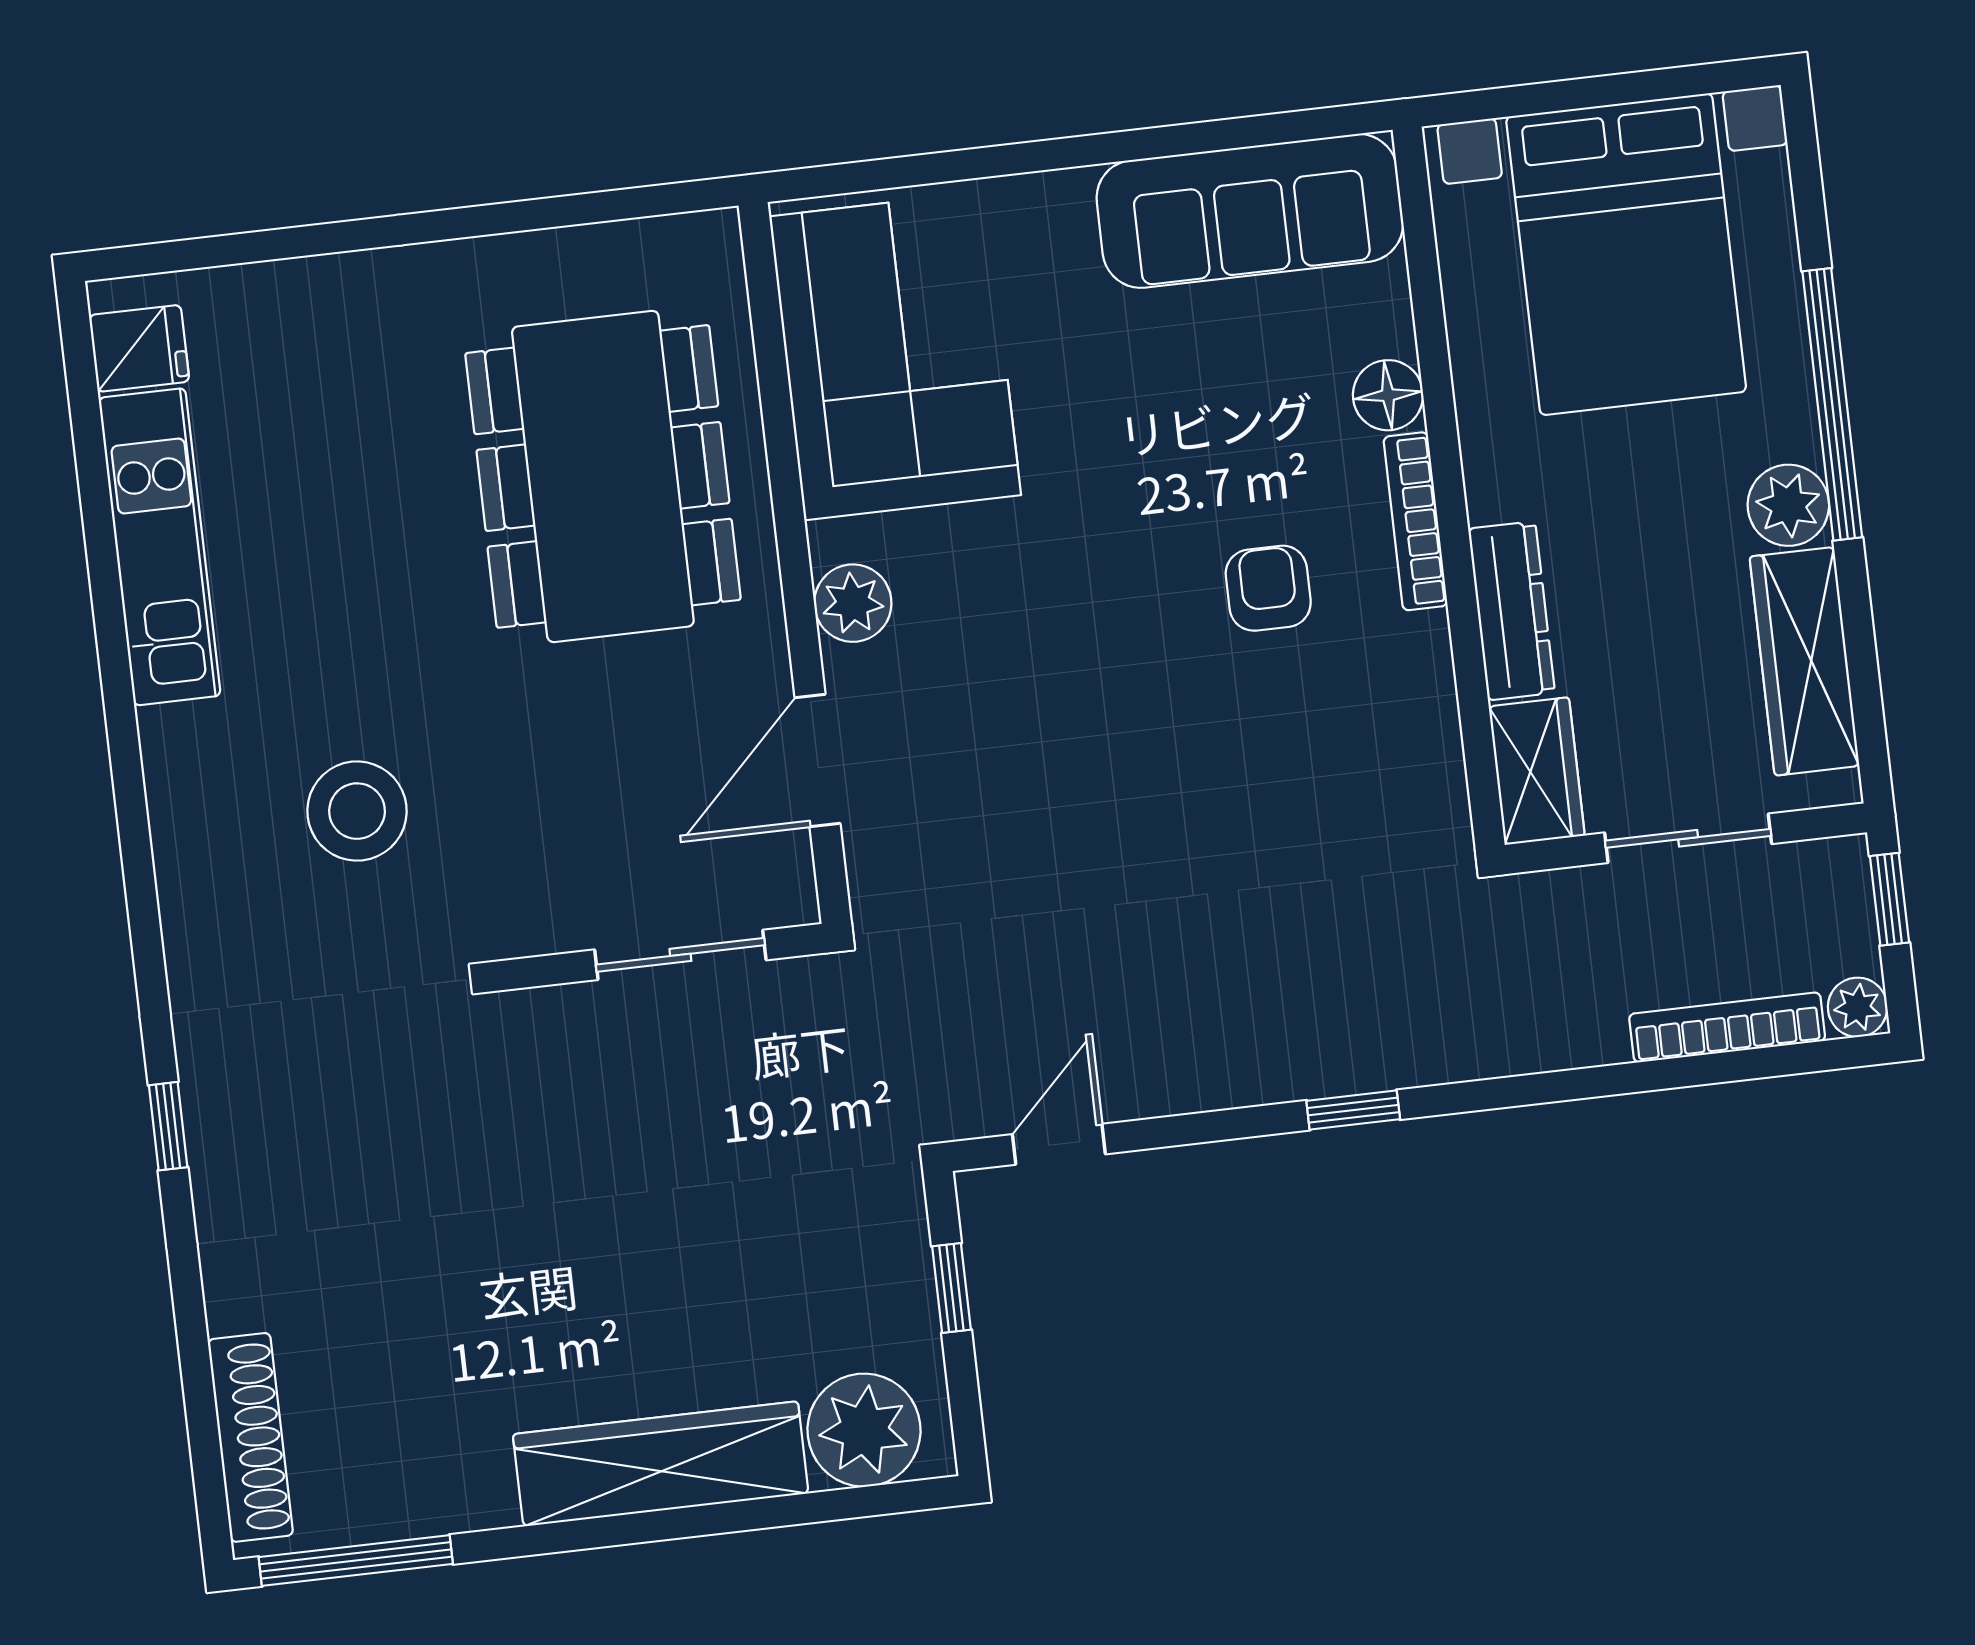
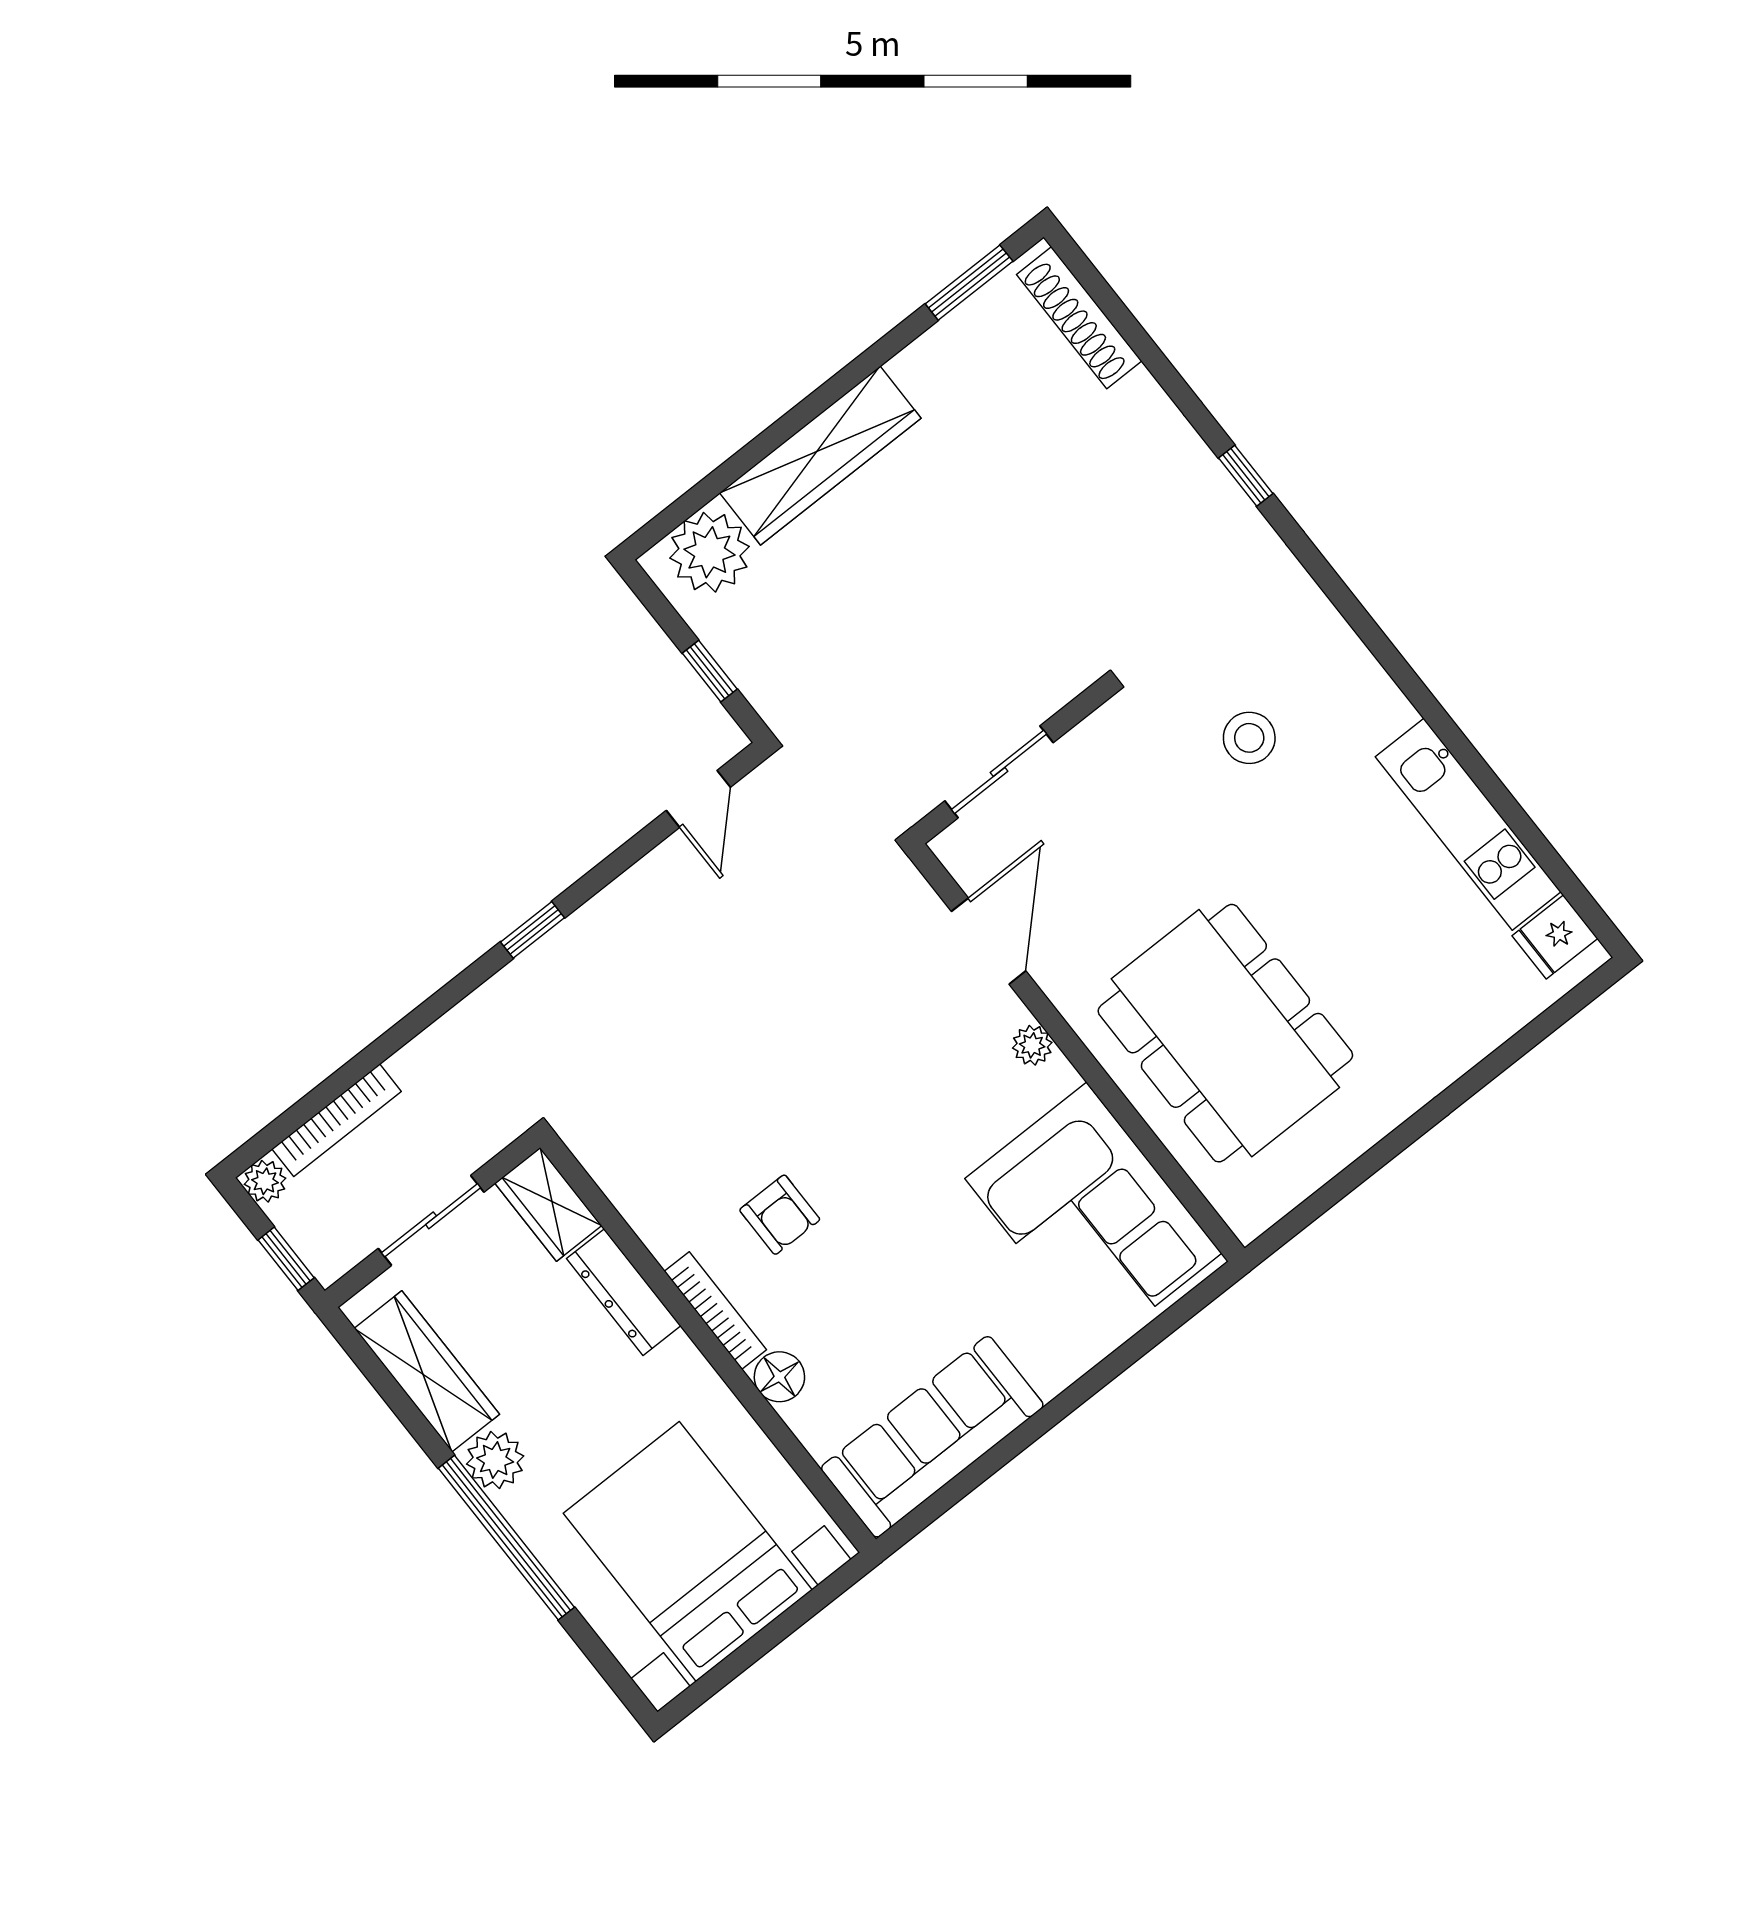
plant: (853, 603) -> (1032, 1045), width x0.73, depth x0.73
stool: (357, 811) -> (1249, 738), width x0.73, depth x0.73
window: (356, 1560) -> (969, 283), width x0.69

